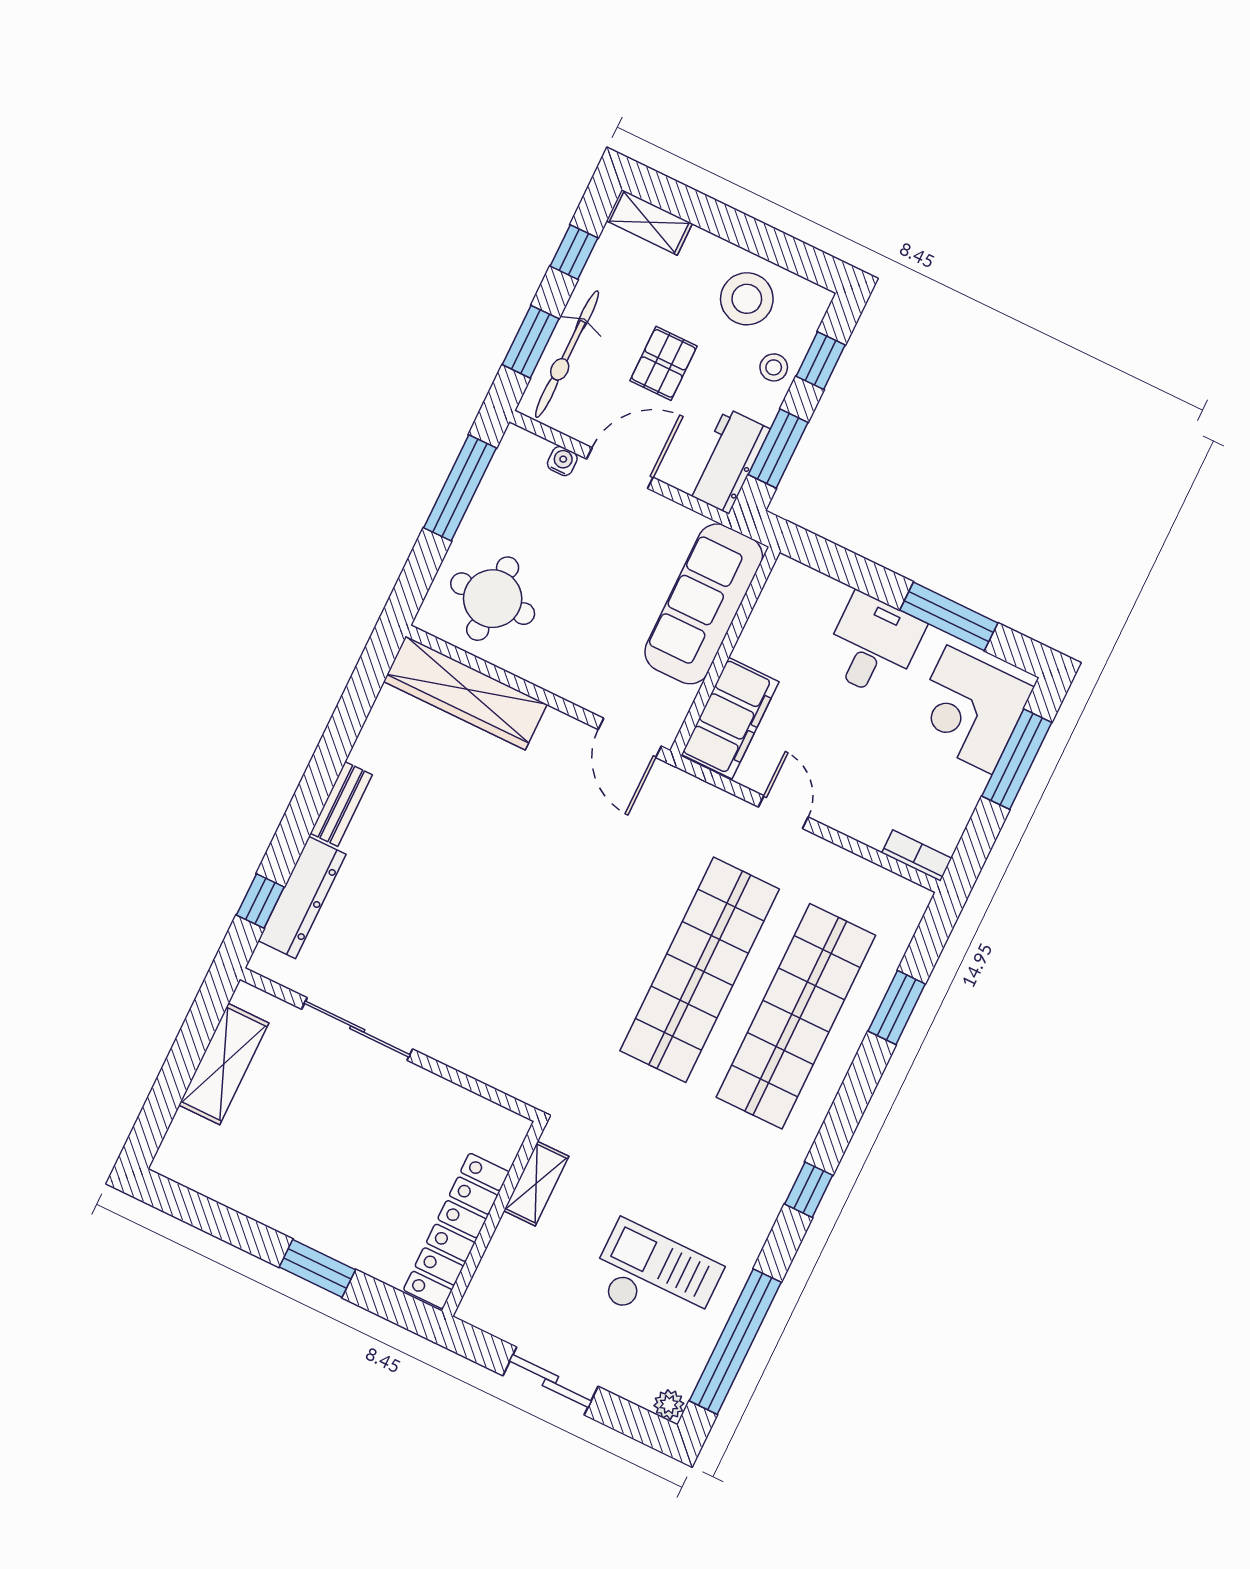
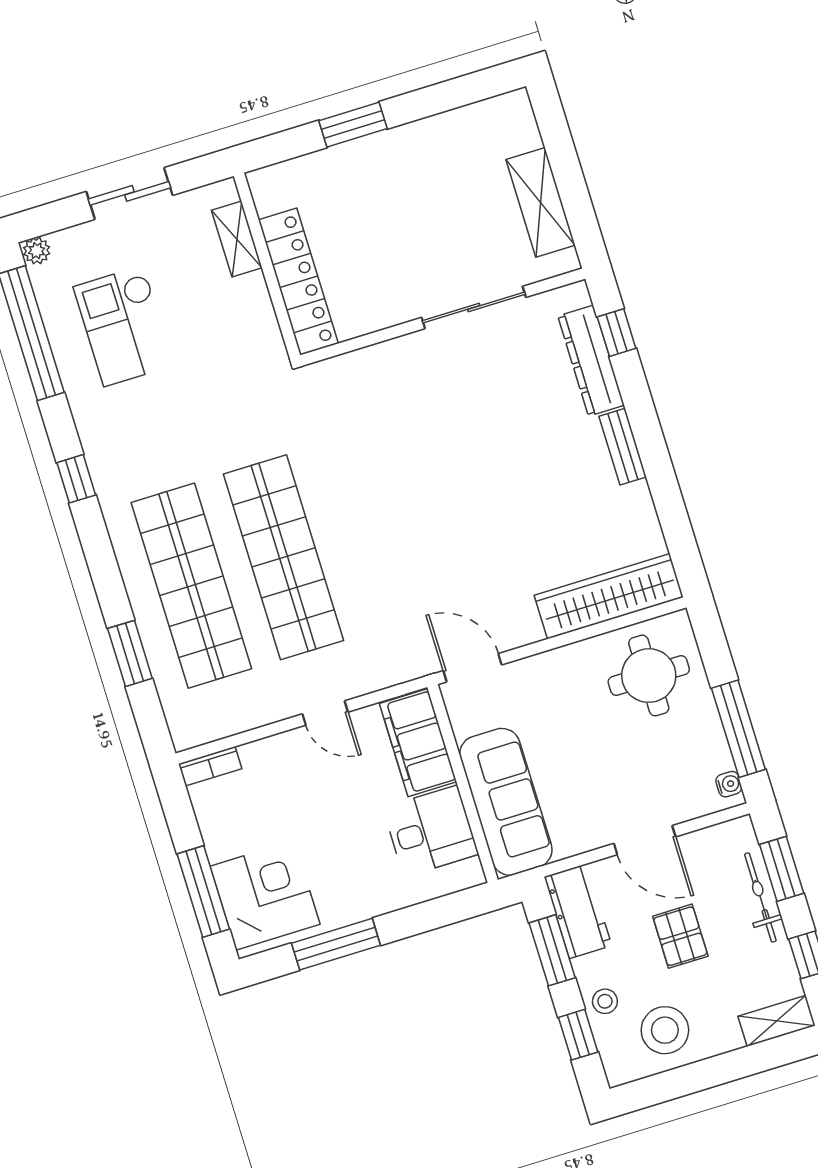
bicycle: (567, 354) -> (760, 898), width x0.73, depth x0.71
water cooler: (562, 461) -> (729, 784), moved, turned -90
door: (620, 468) -> (645, 840), hinge flipped
desk: (873, 645) -> (431, 831), moved, turned -90
shelving: (536, 1184) -> (237, 239), moved
locker: (456, 1231) -> (298, 282), moved
checkout: (655, 1278) -> (124, 326), turned 90

